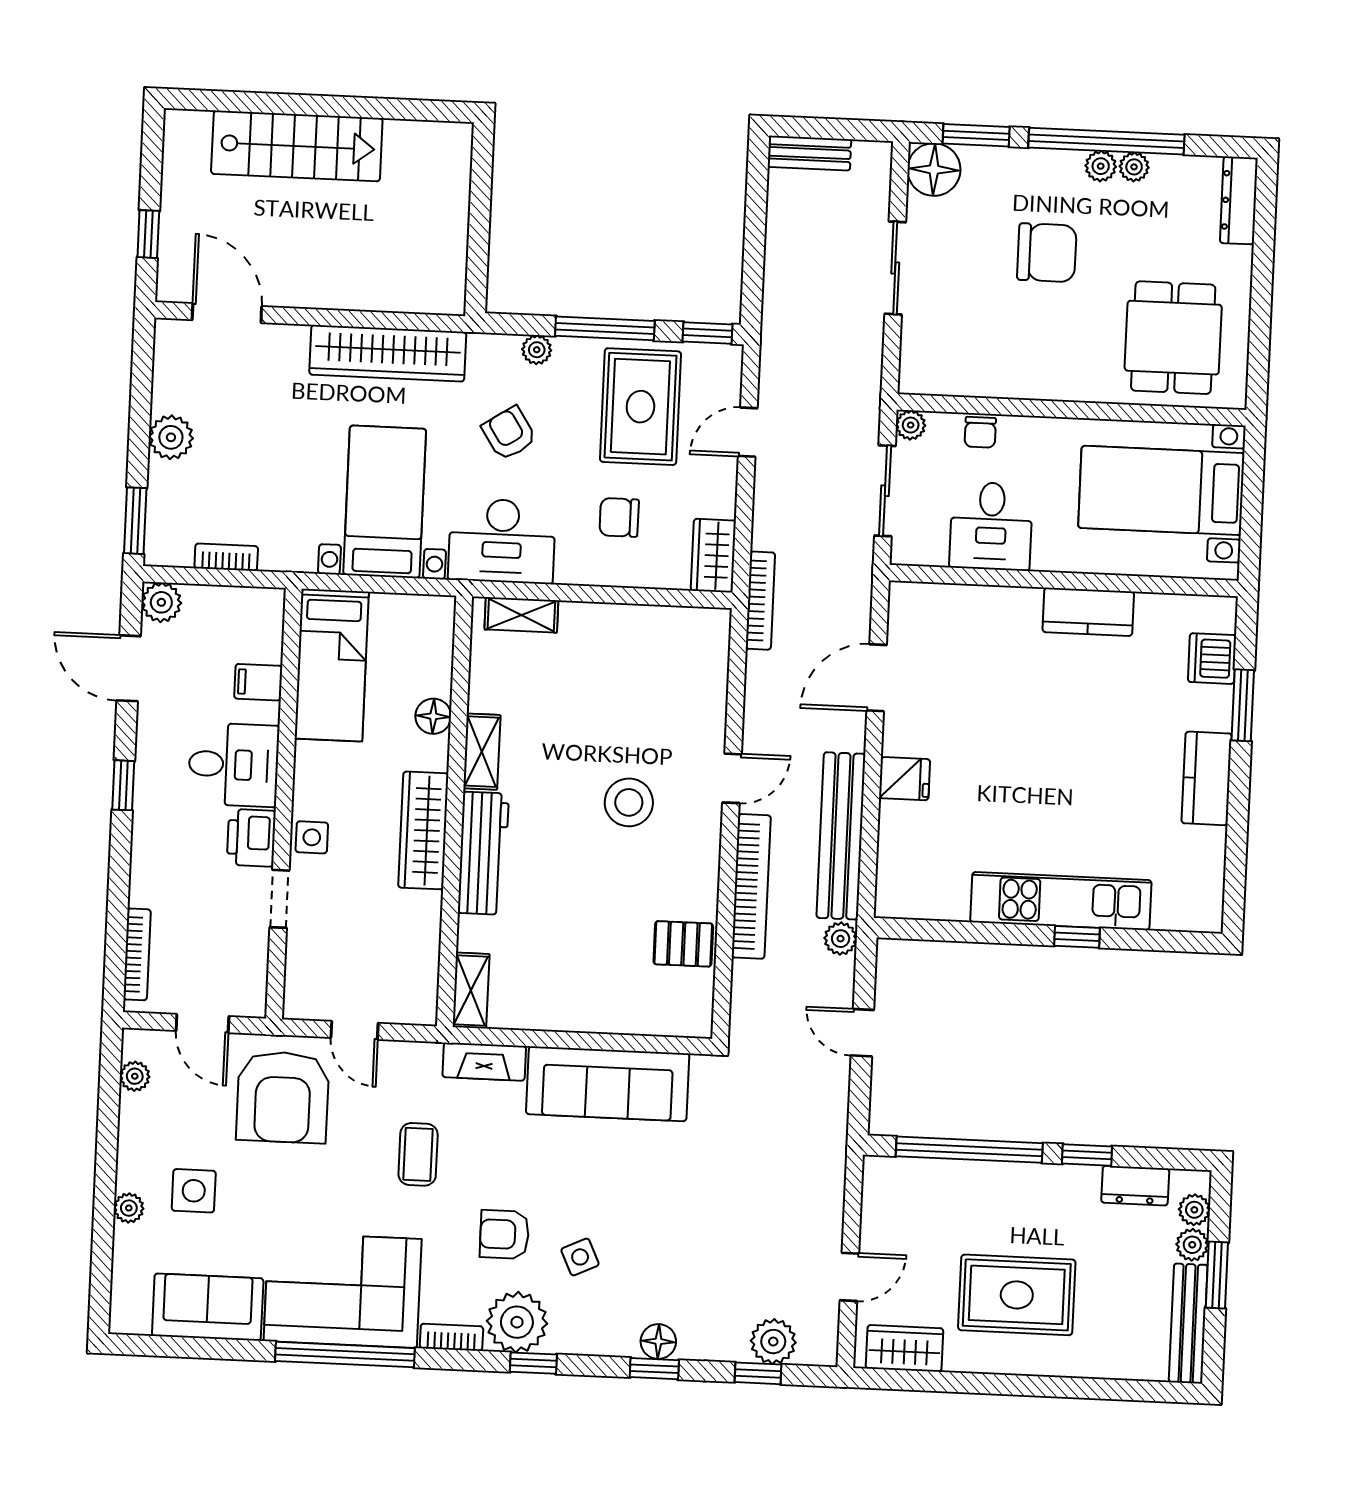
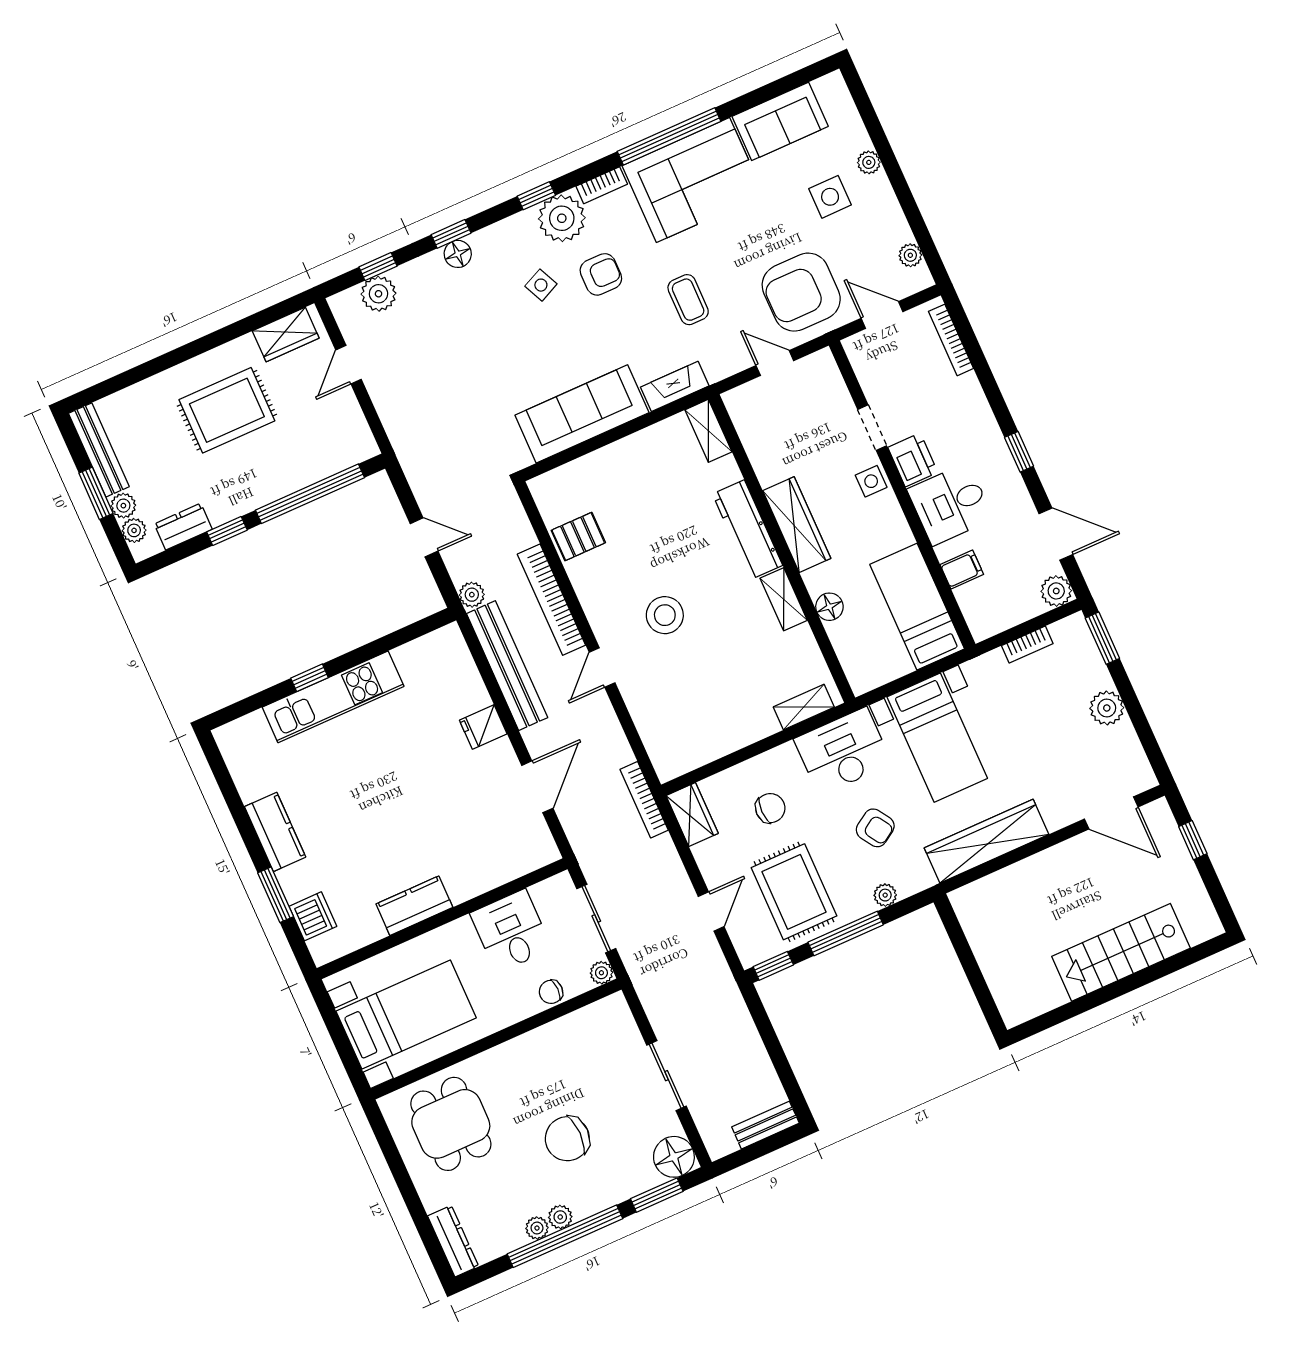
chair: (980, 432) -> (551, 992), turned -90
armchair: (283, 1097) -> (801, 292), turned -90

